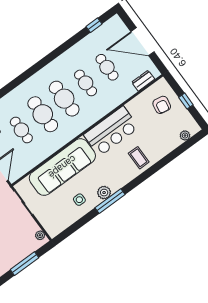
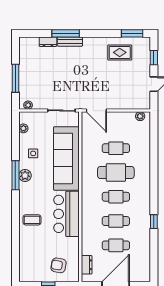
window: (94, 25) -> (154, 222), moved
cafe table: (64, 99) -> (116, 197), width x0.73, depth x0.74
plant: (185, 136) -> (23, 128), moved

